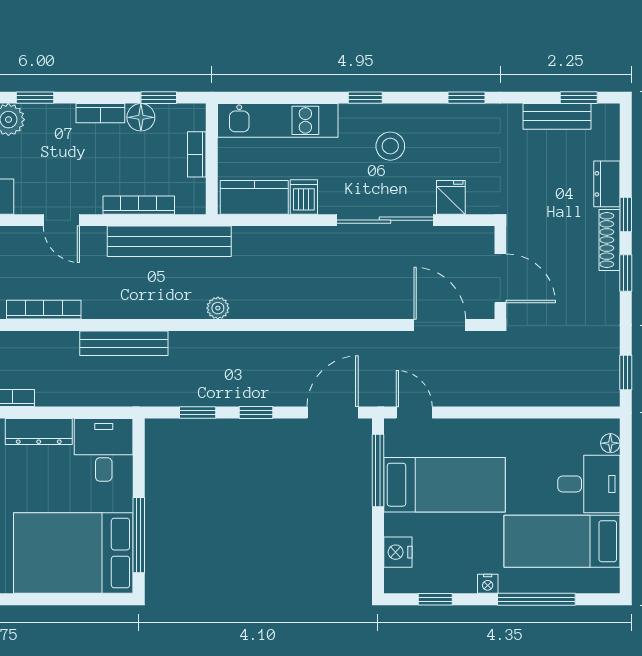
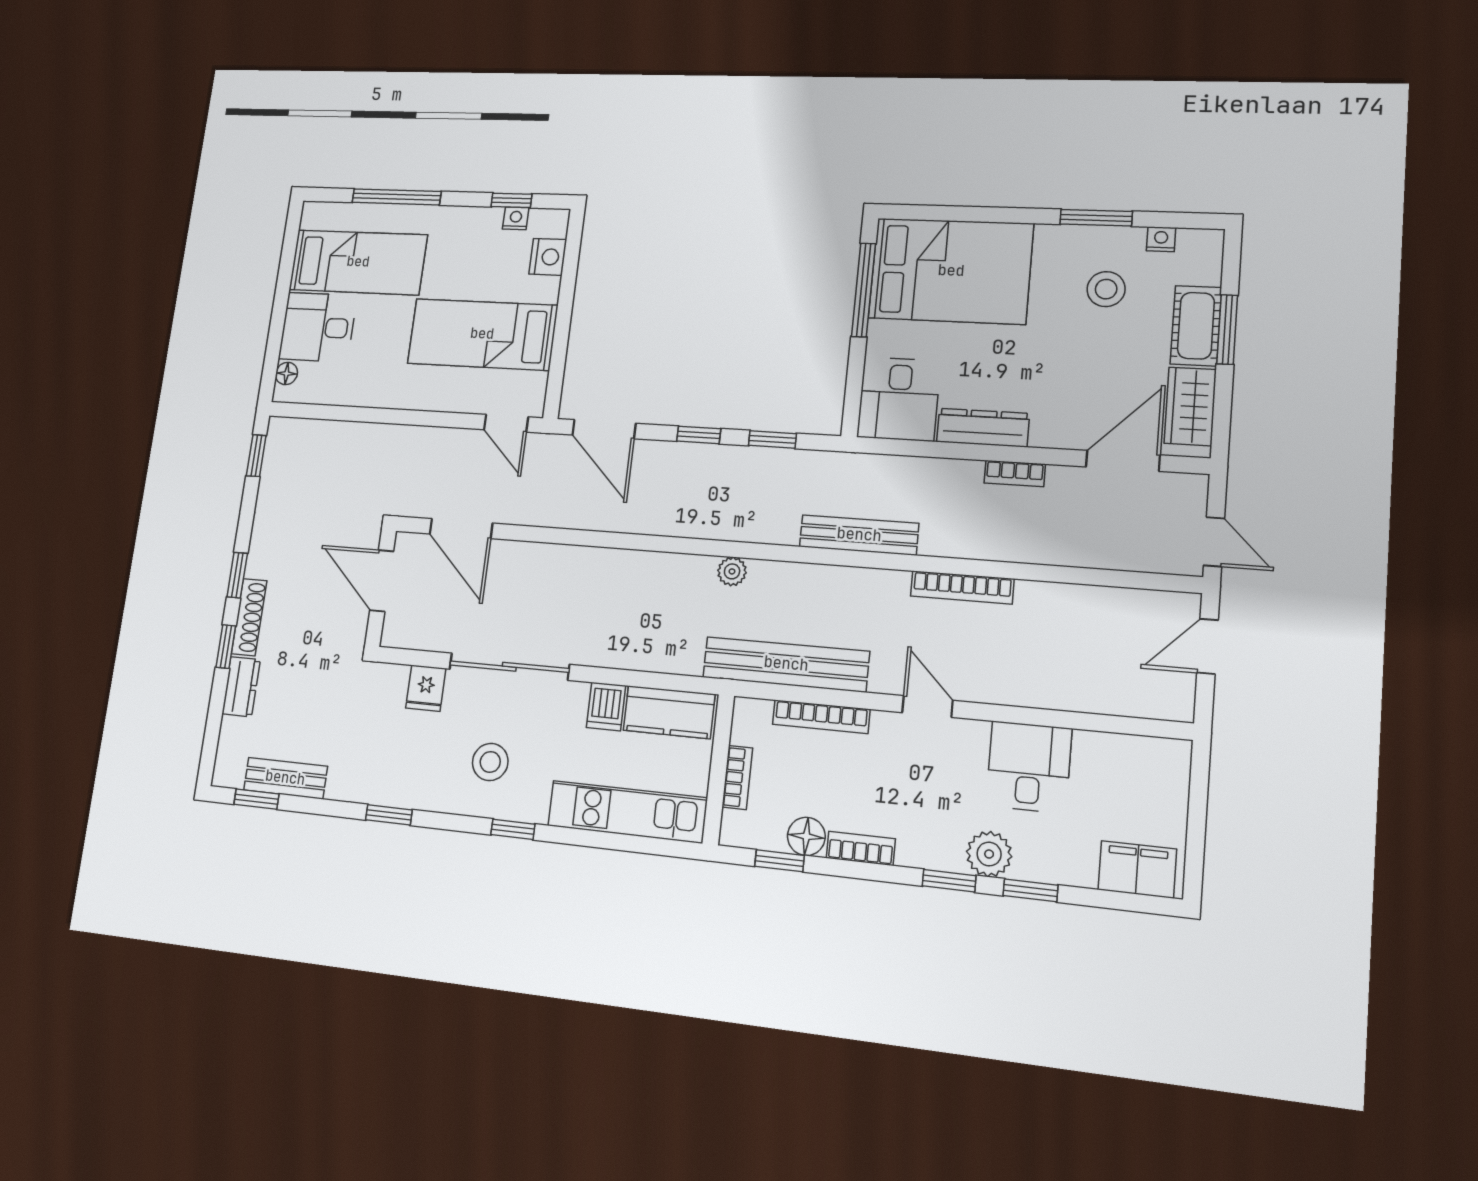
door: (333, 413) -> (604, 429), hinge flipped
window: (378, 470) -> (558, 355), removed
nightstand: (488, 584) -> (516, 218), moved

